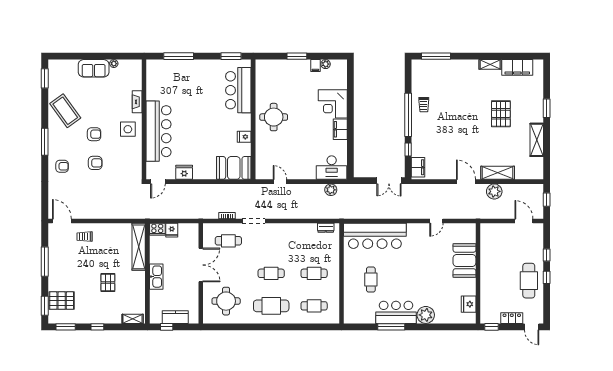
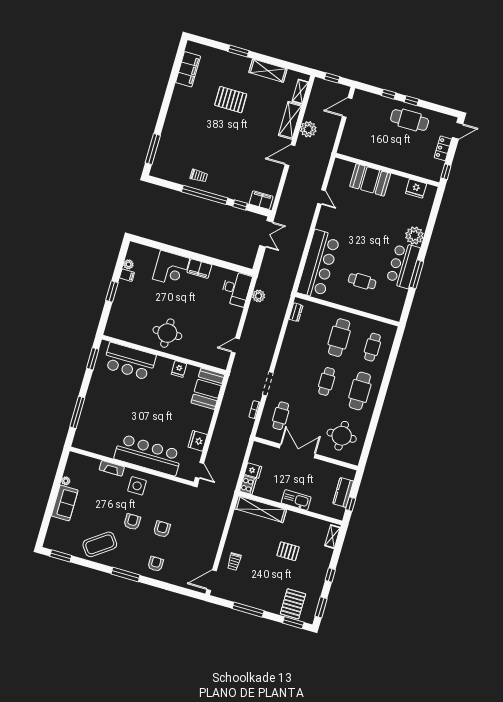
shelving: (490, 64) -> (300, 92), moved
cafe table: (314, 273) -> (339, 338), width x1.37, depth x1.35

